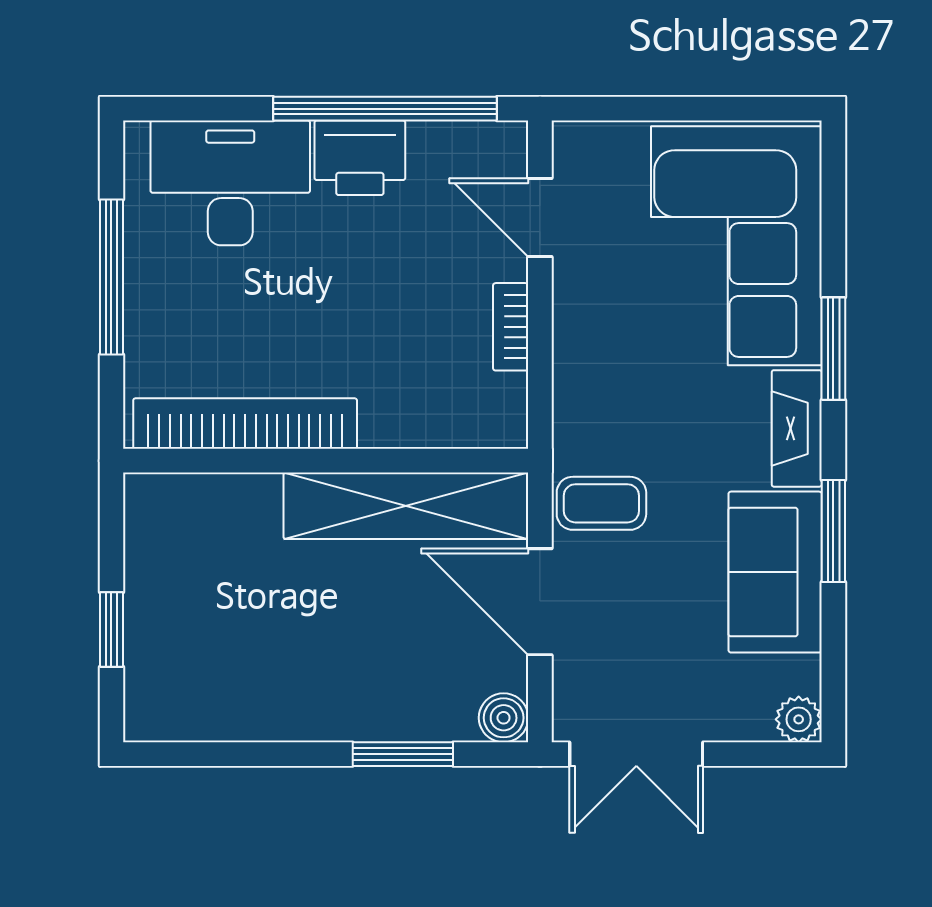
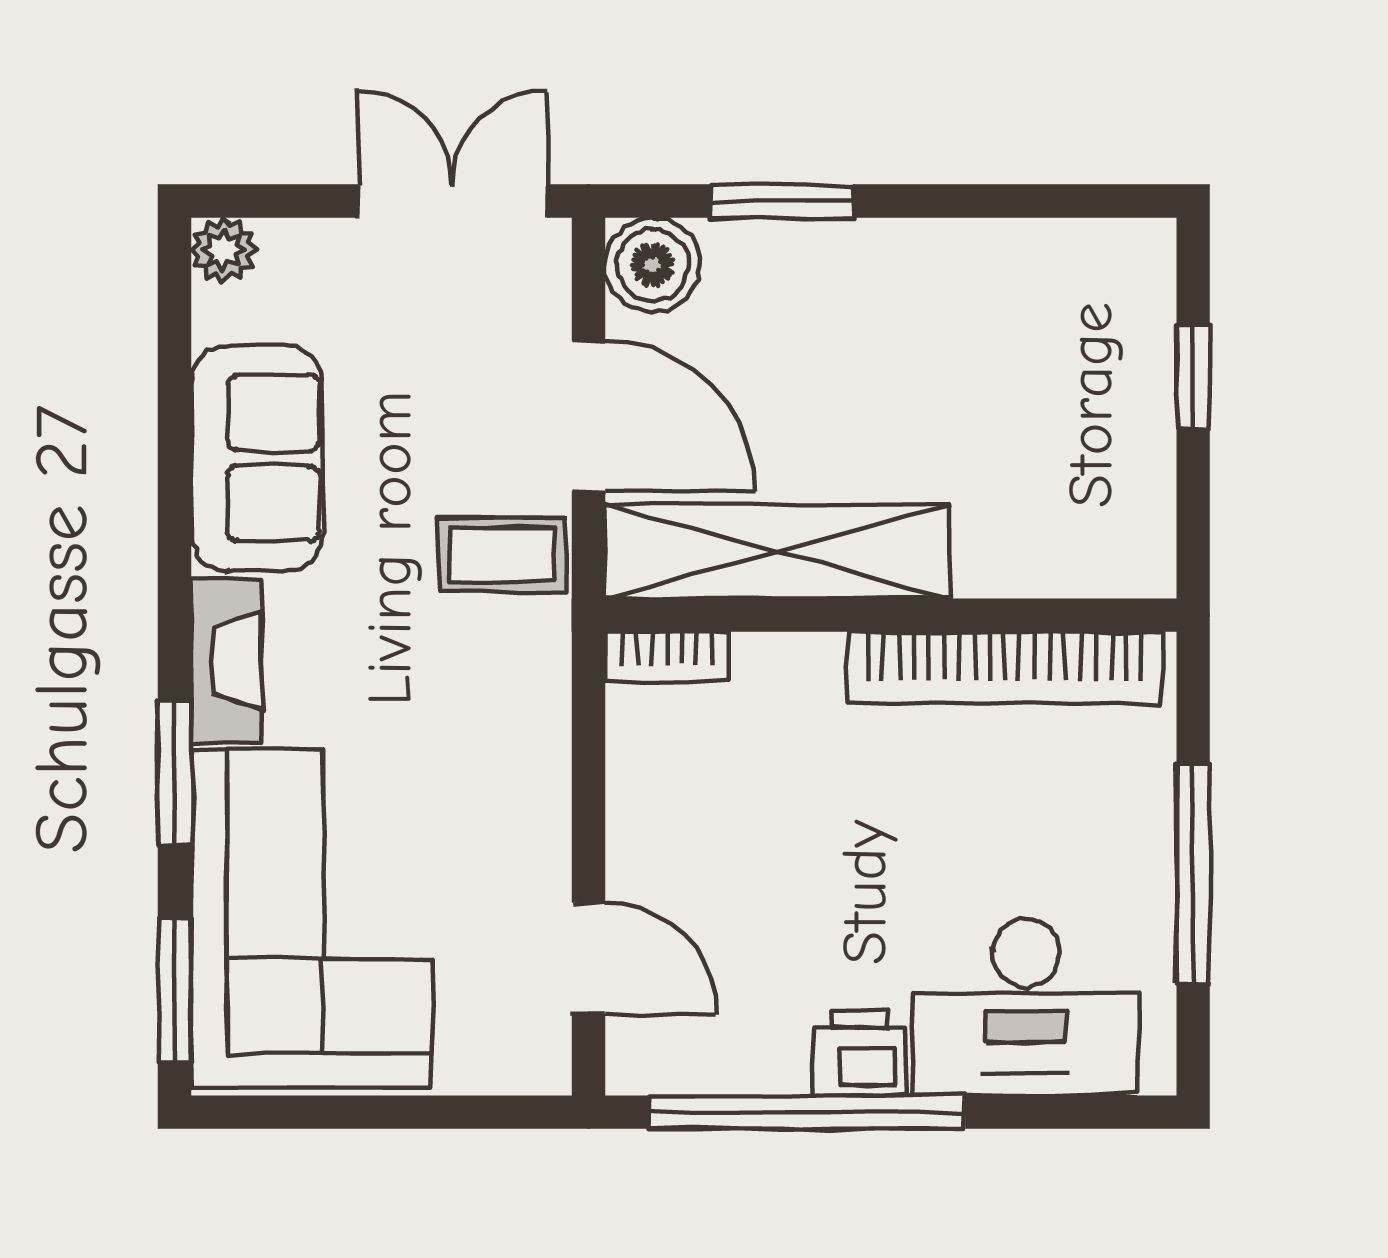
printer: (360, 158) -> (860, 1053), width x0.73, depth x0.81
bookcase: (511, 327) -> (667, 656), moved, turned 90
window: (833, 531) -> (174, 990), moved
boiler: (504, 718) -> (653, 265), width x1.36, depth x1.36

